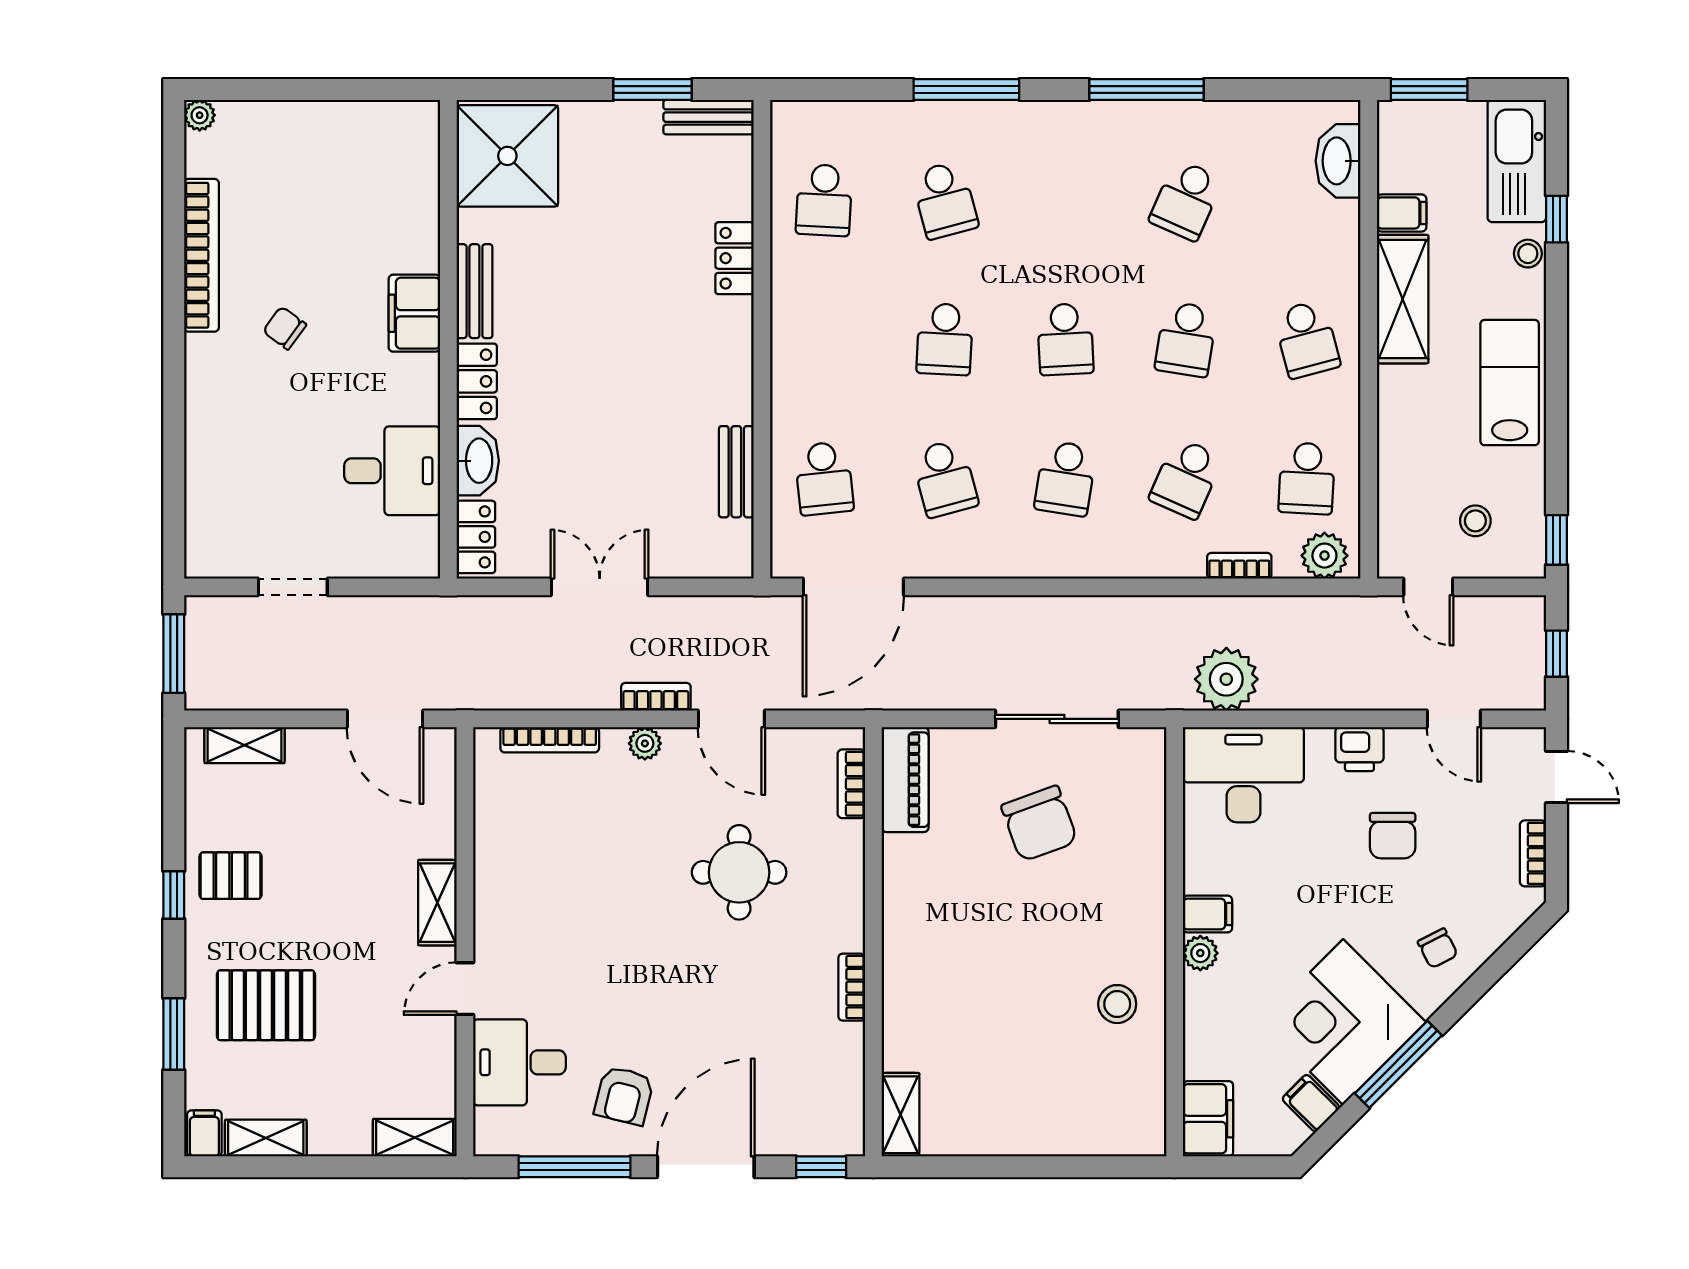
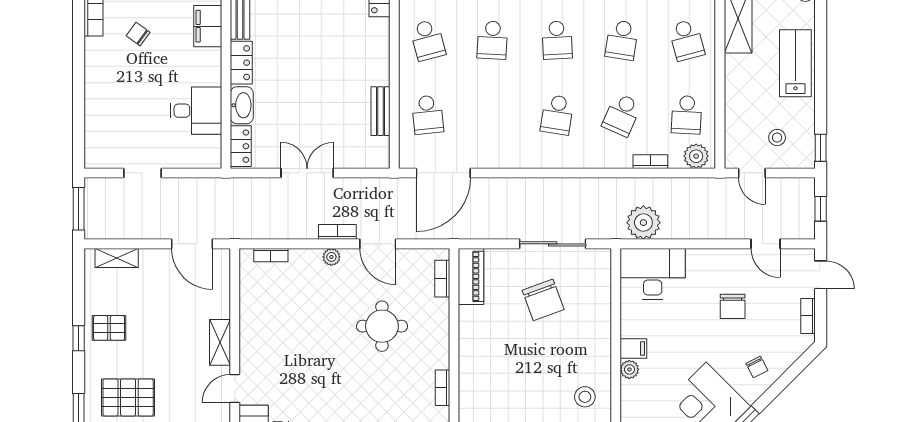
school desk: (945, 478) -> (428, 40), moved
bookcase: (550, 740) -> (271, 255), width x0.64
printer: (1359, 749) -> (715, 260), removed

